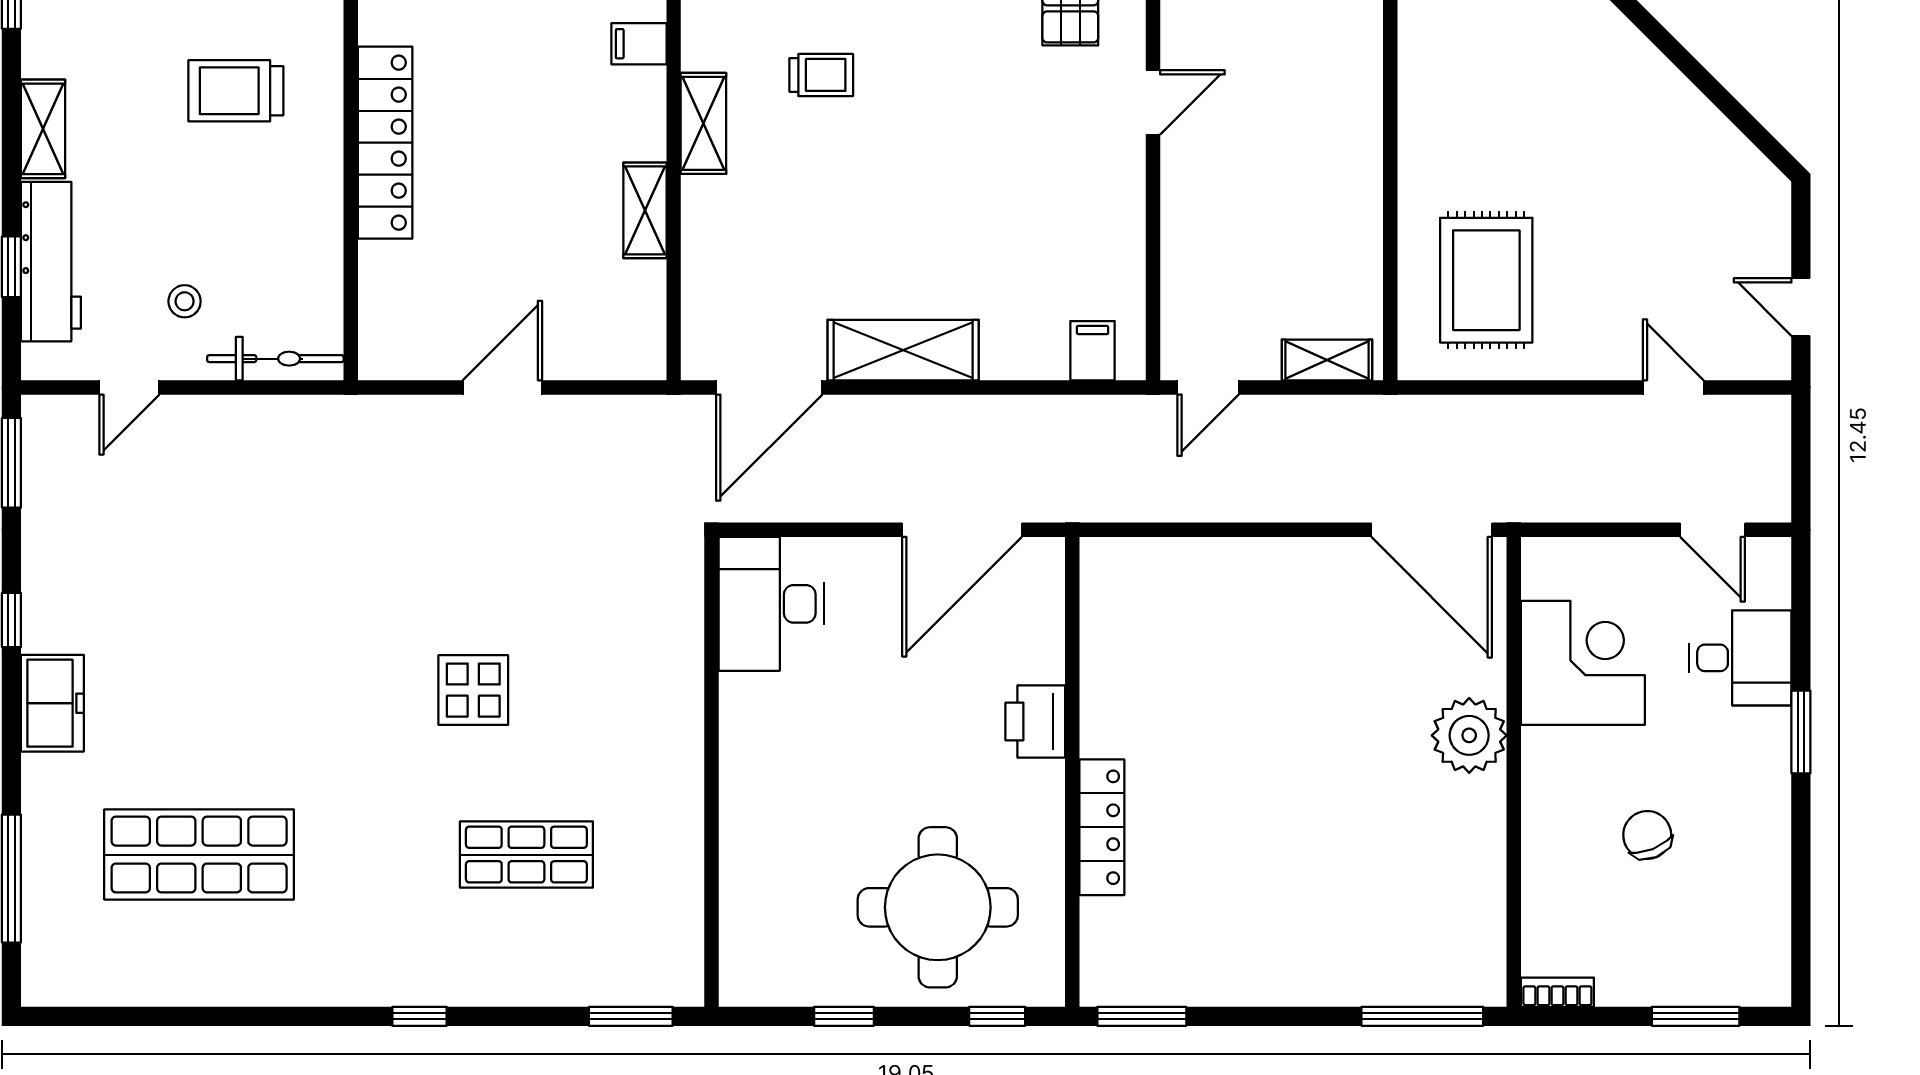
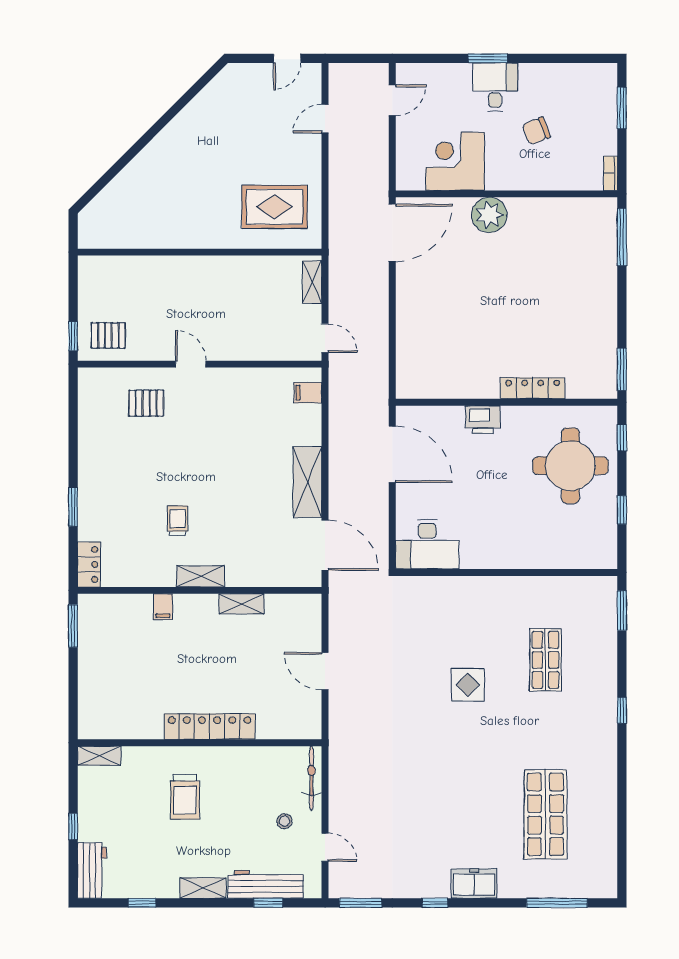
desk: (1740, 658) -> (495, 87), moved

